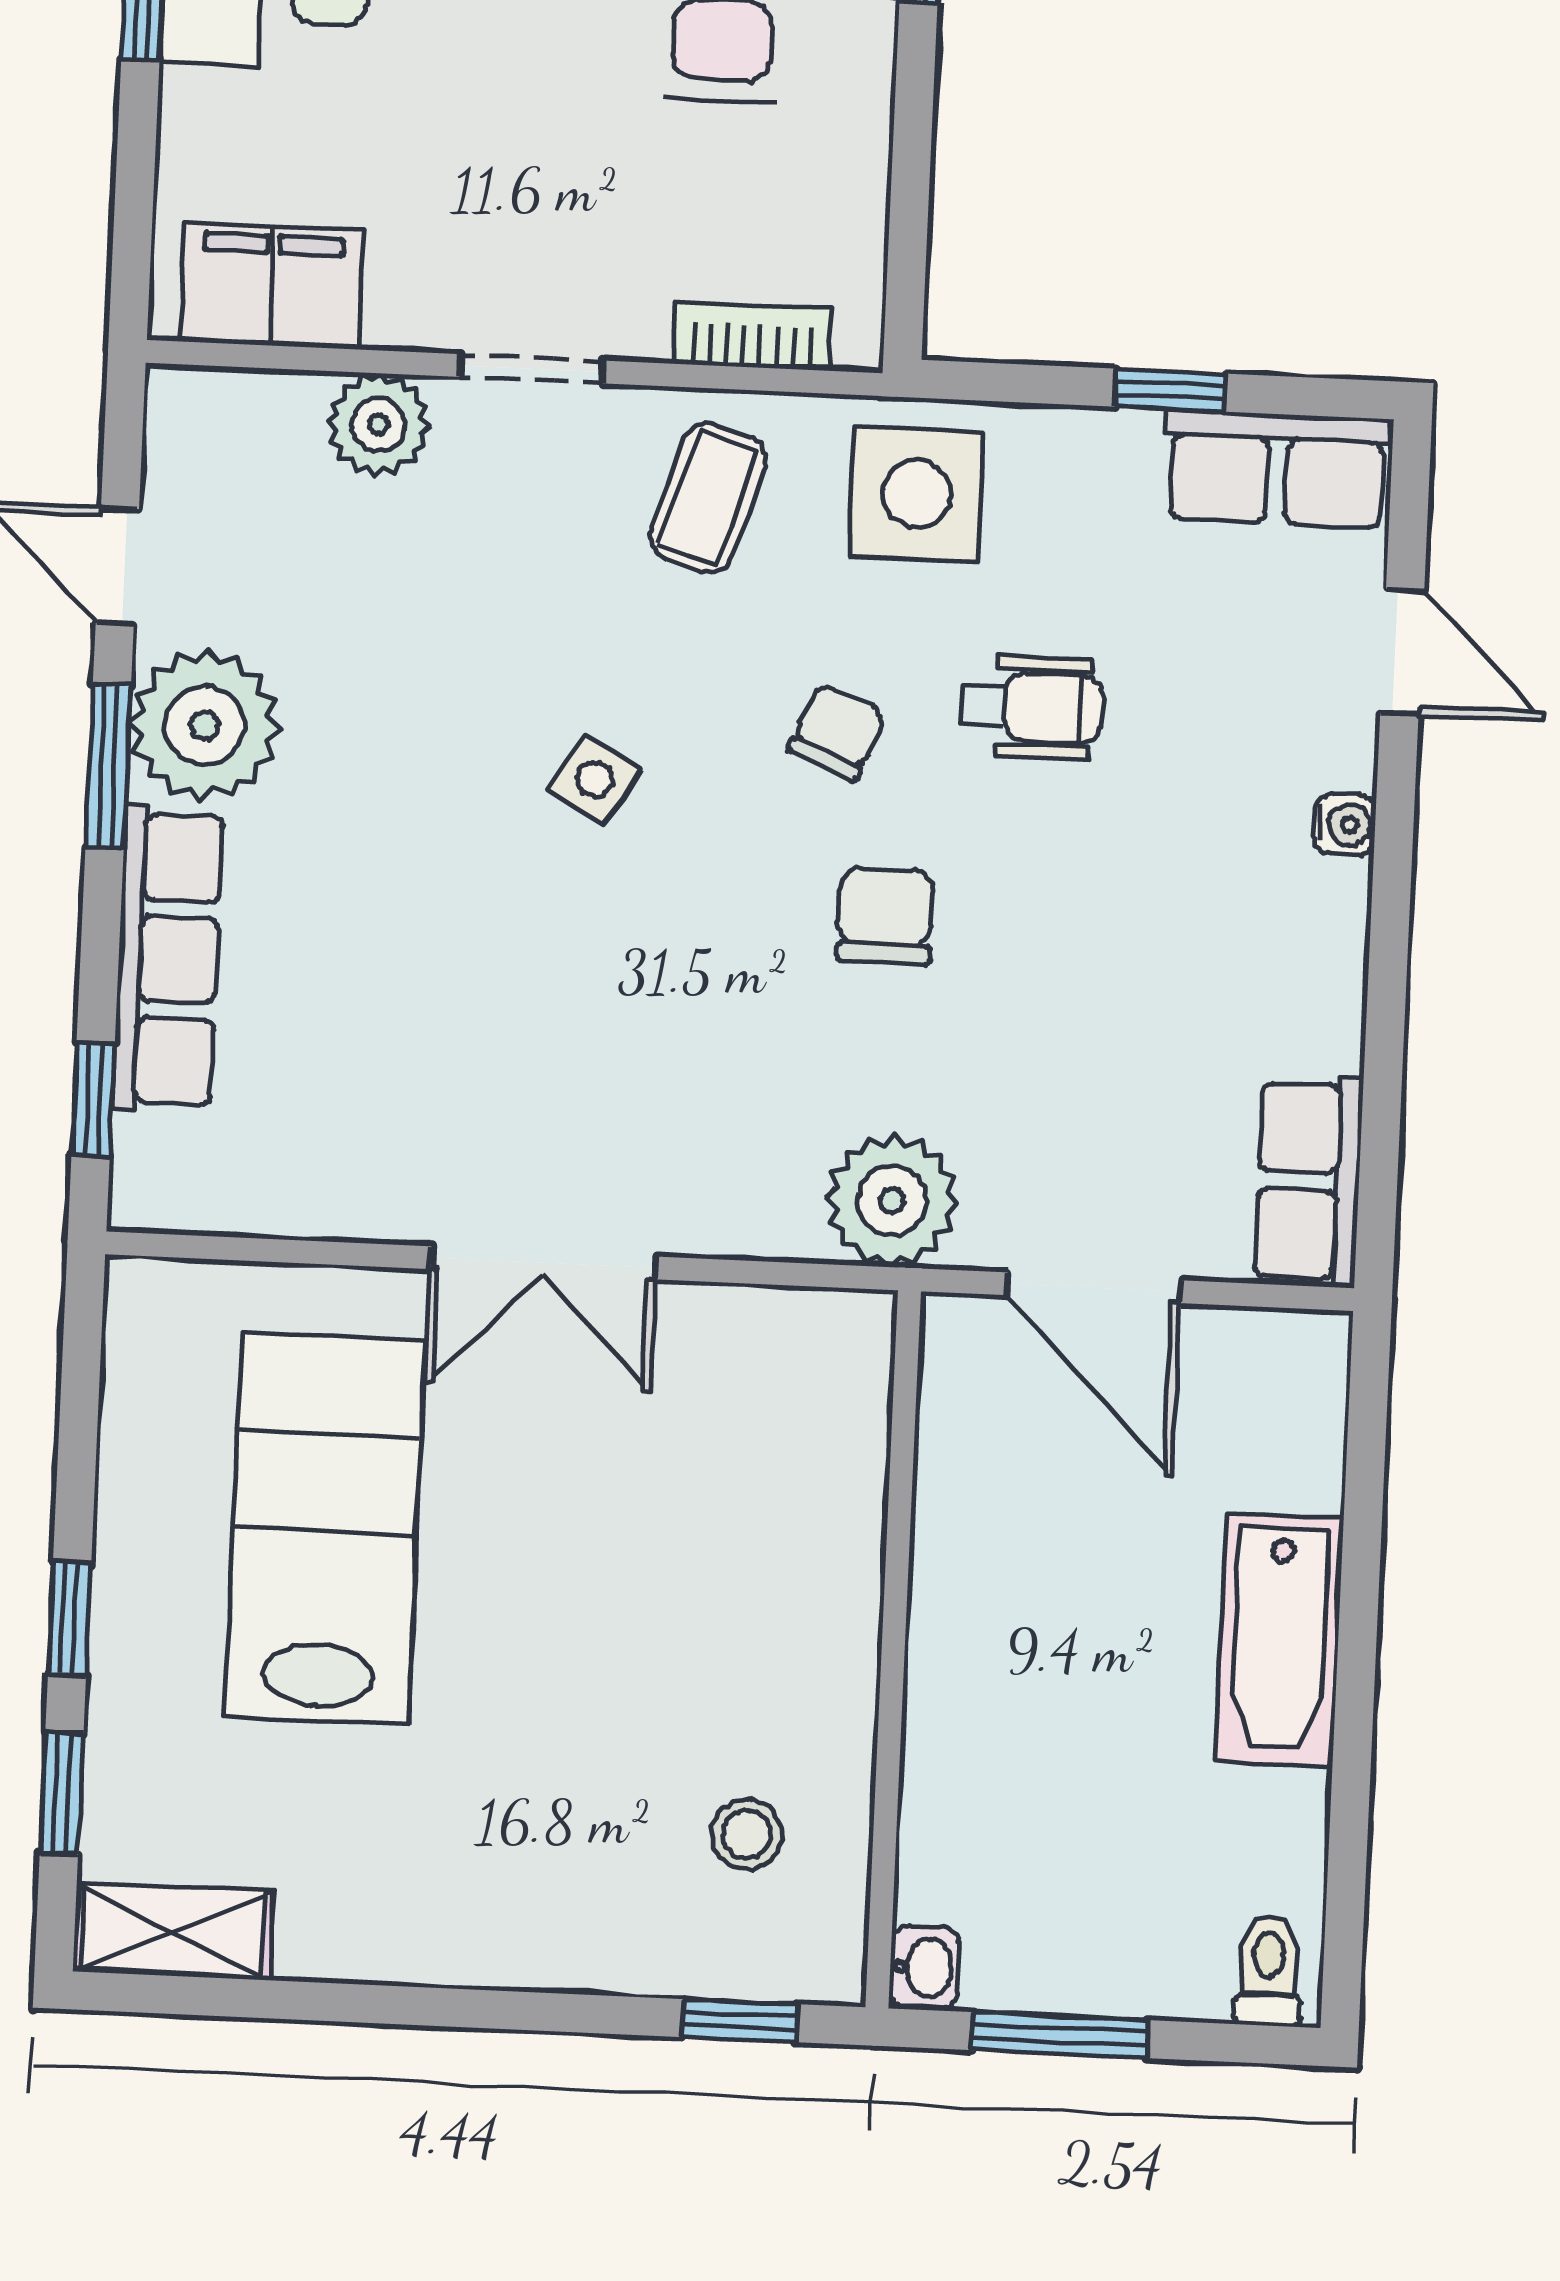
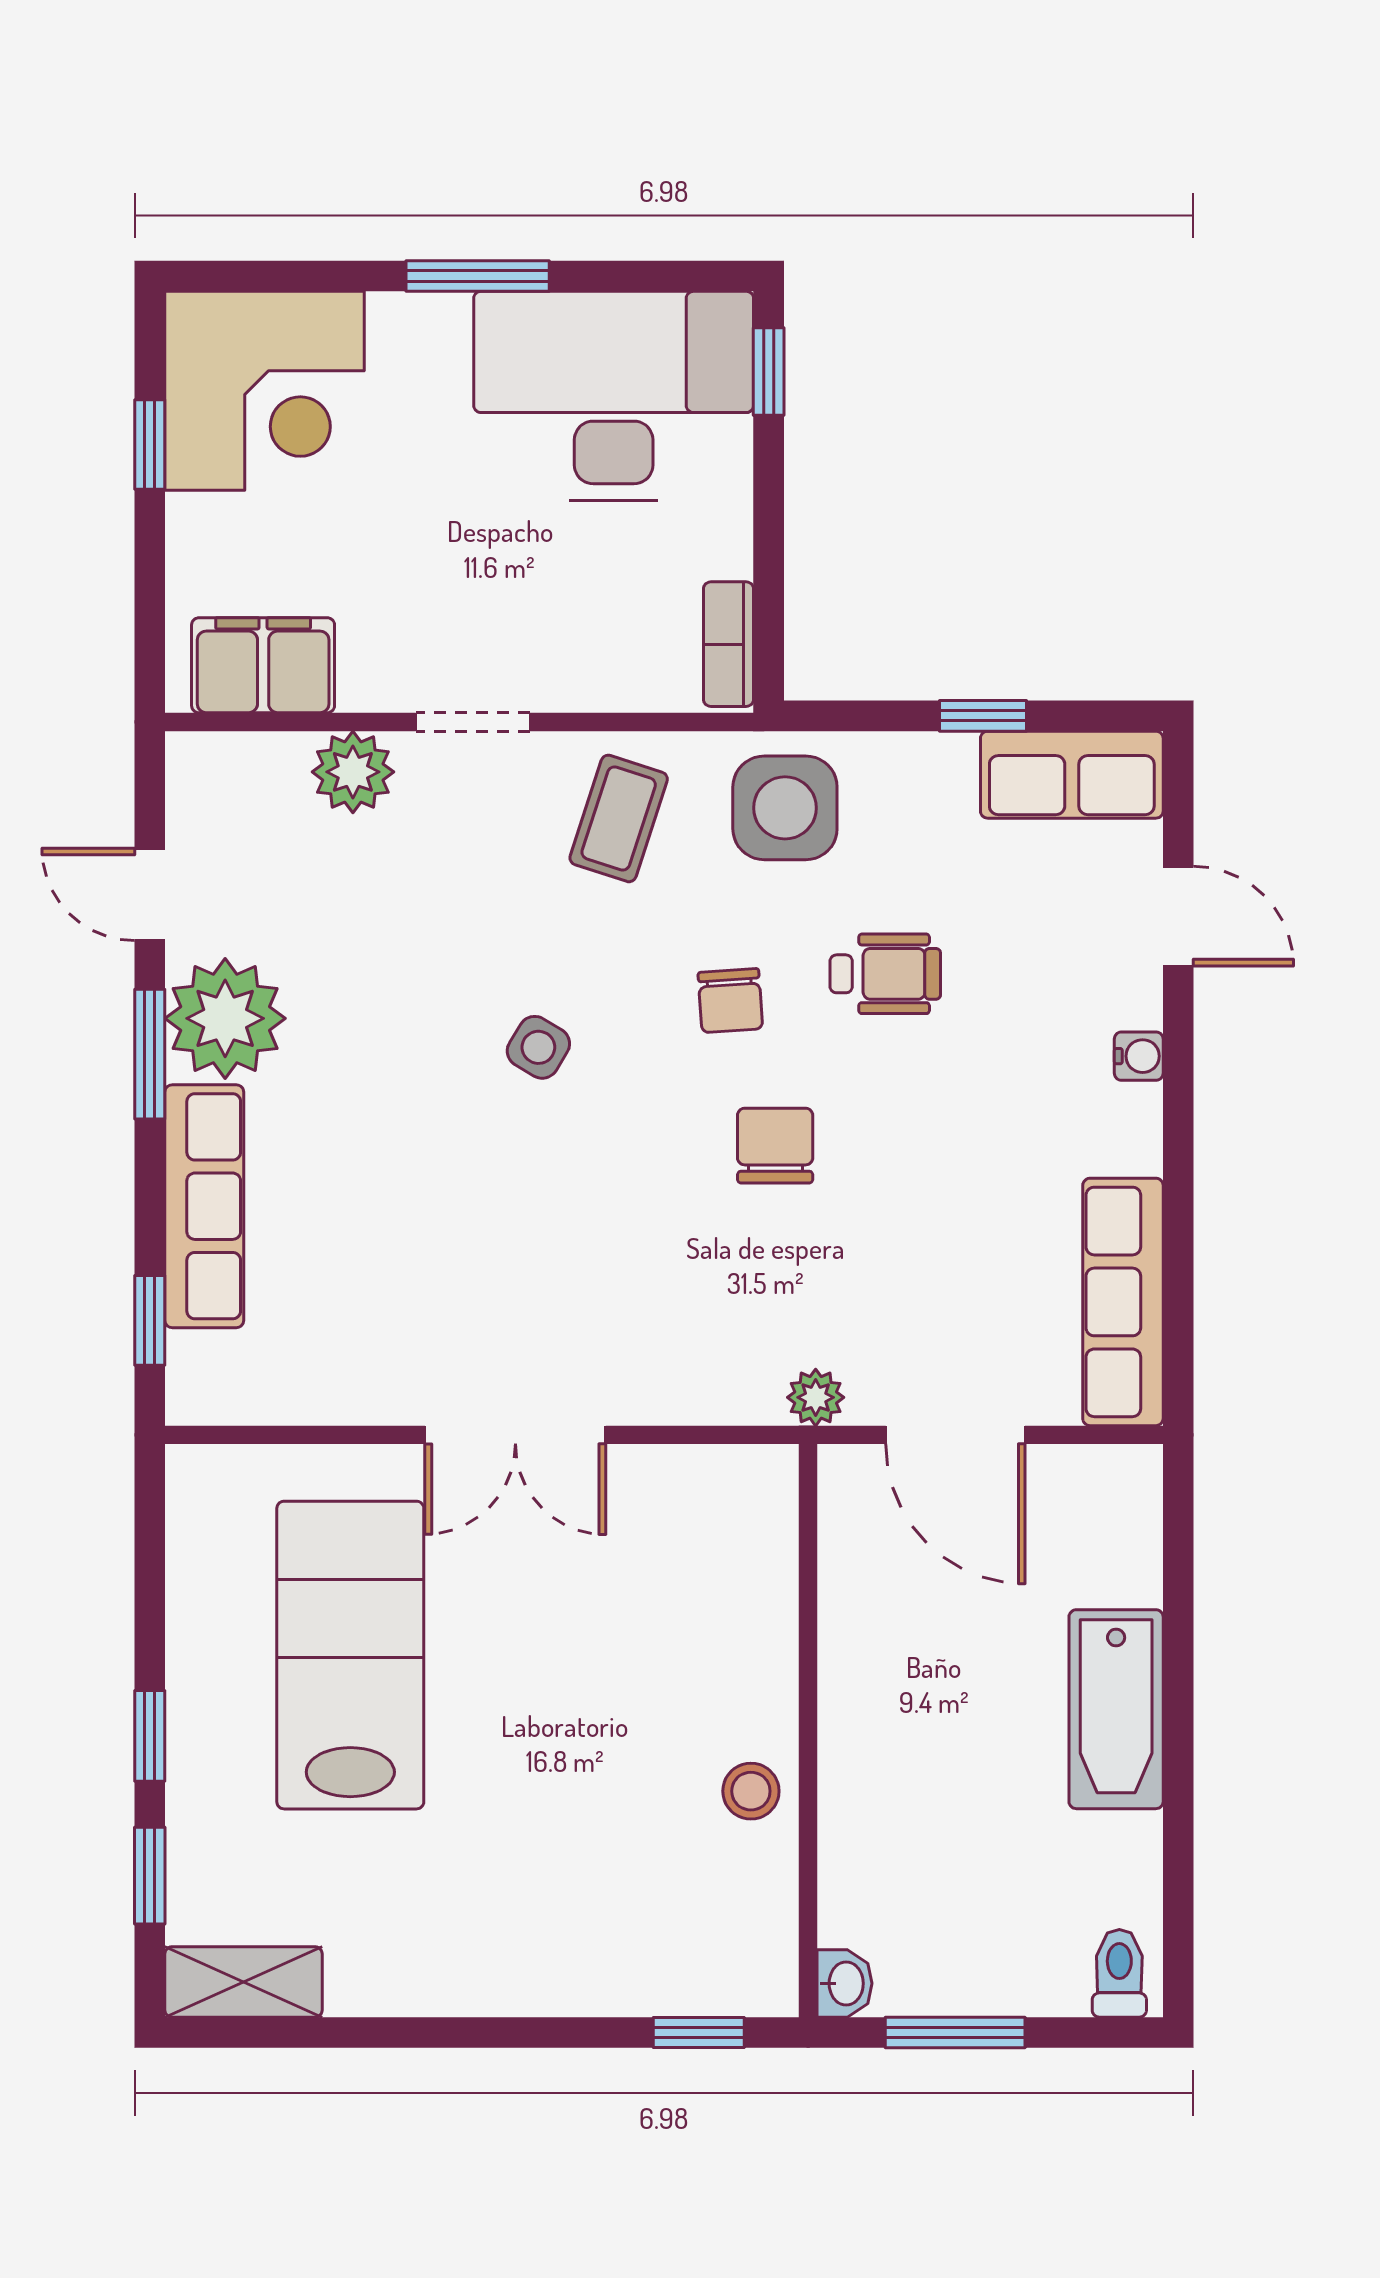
bookcase: (752, 336) -> (729, 644), moved, turned -90
chair: (837, 732) -> (730, 1001), turned 153
row of seats: (1309, 1181) -> (1123, 1302), width x1.48
plant: (892, 1201) -> (816, 1397), width x0.53, depth x0.53
stool: (746, 1834) -> (751, 1791), moved

